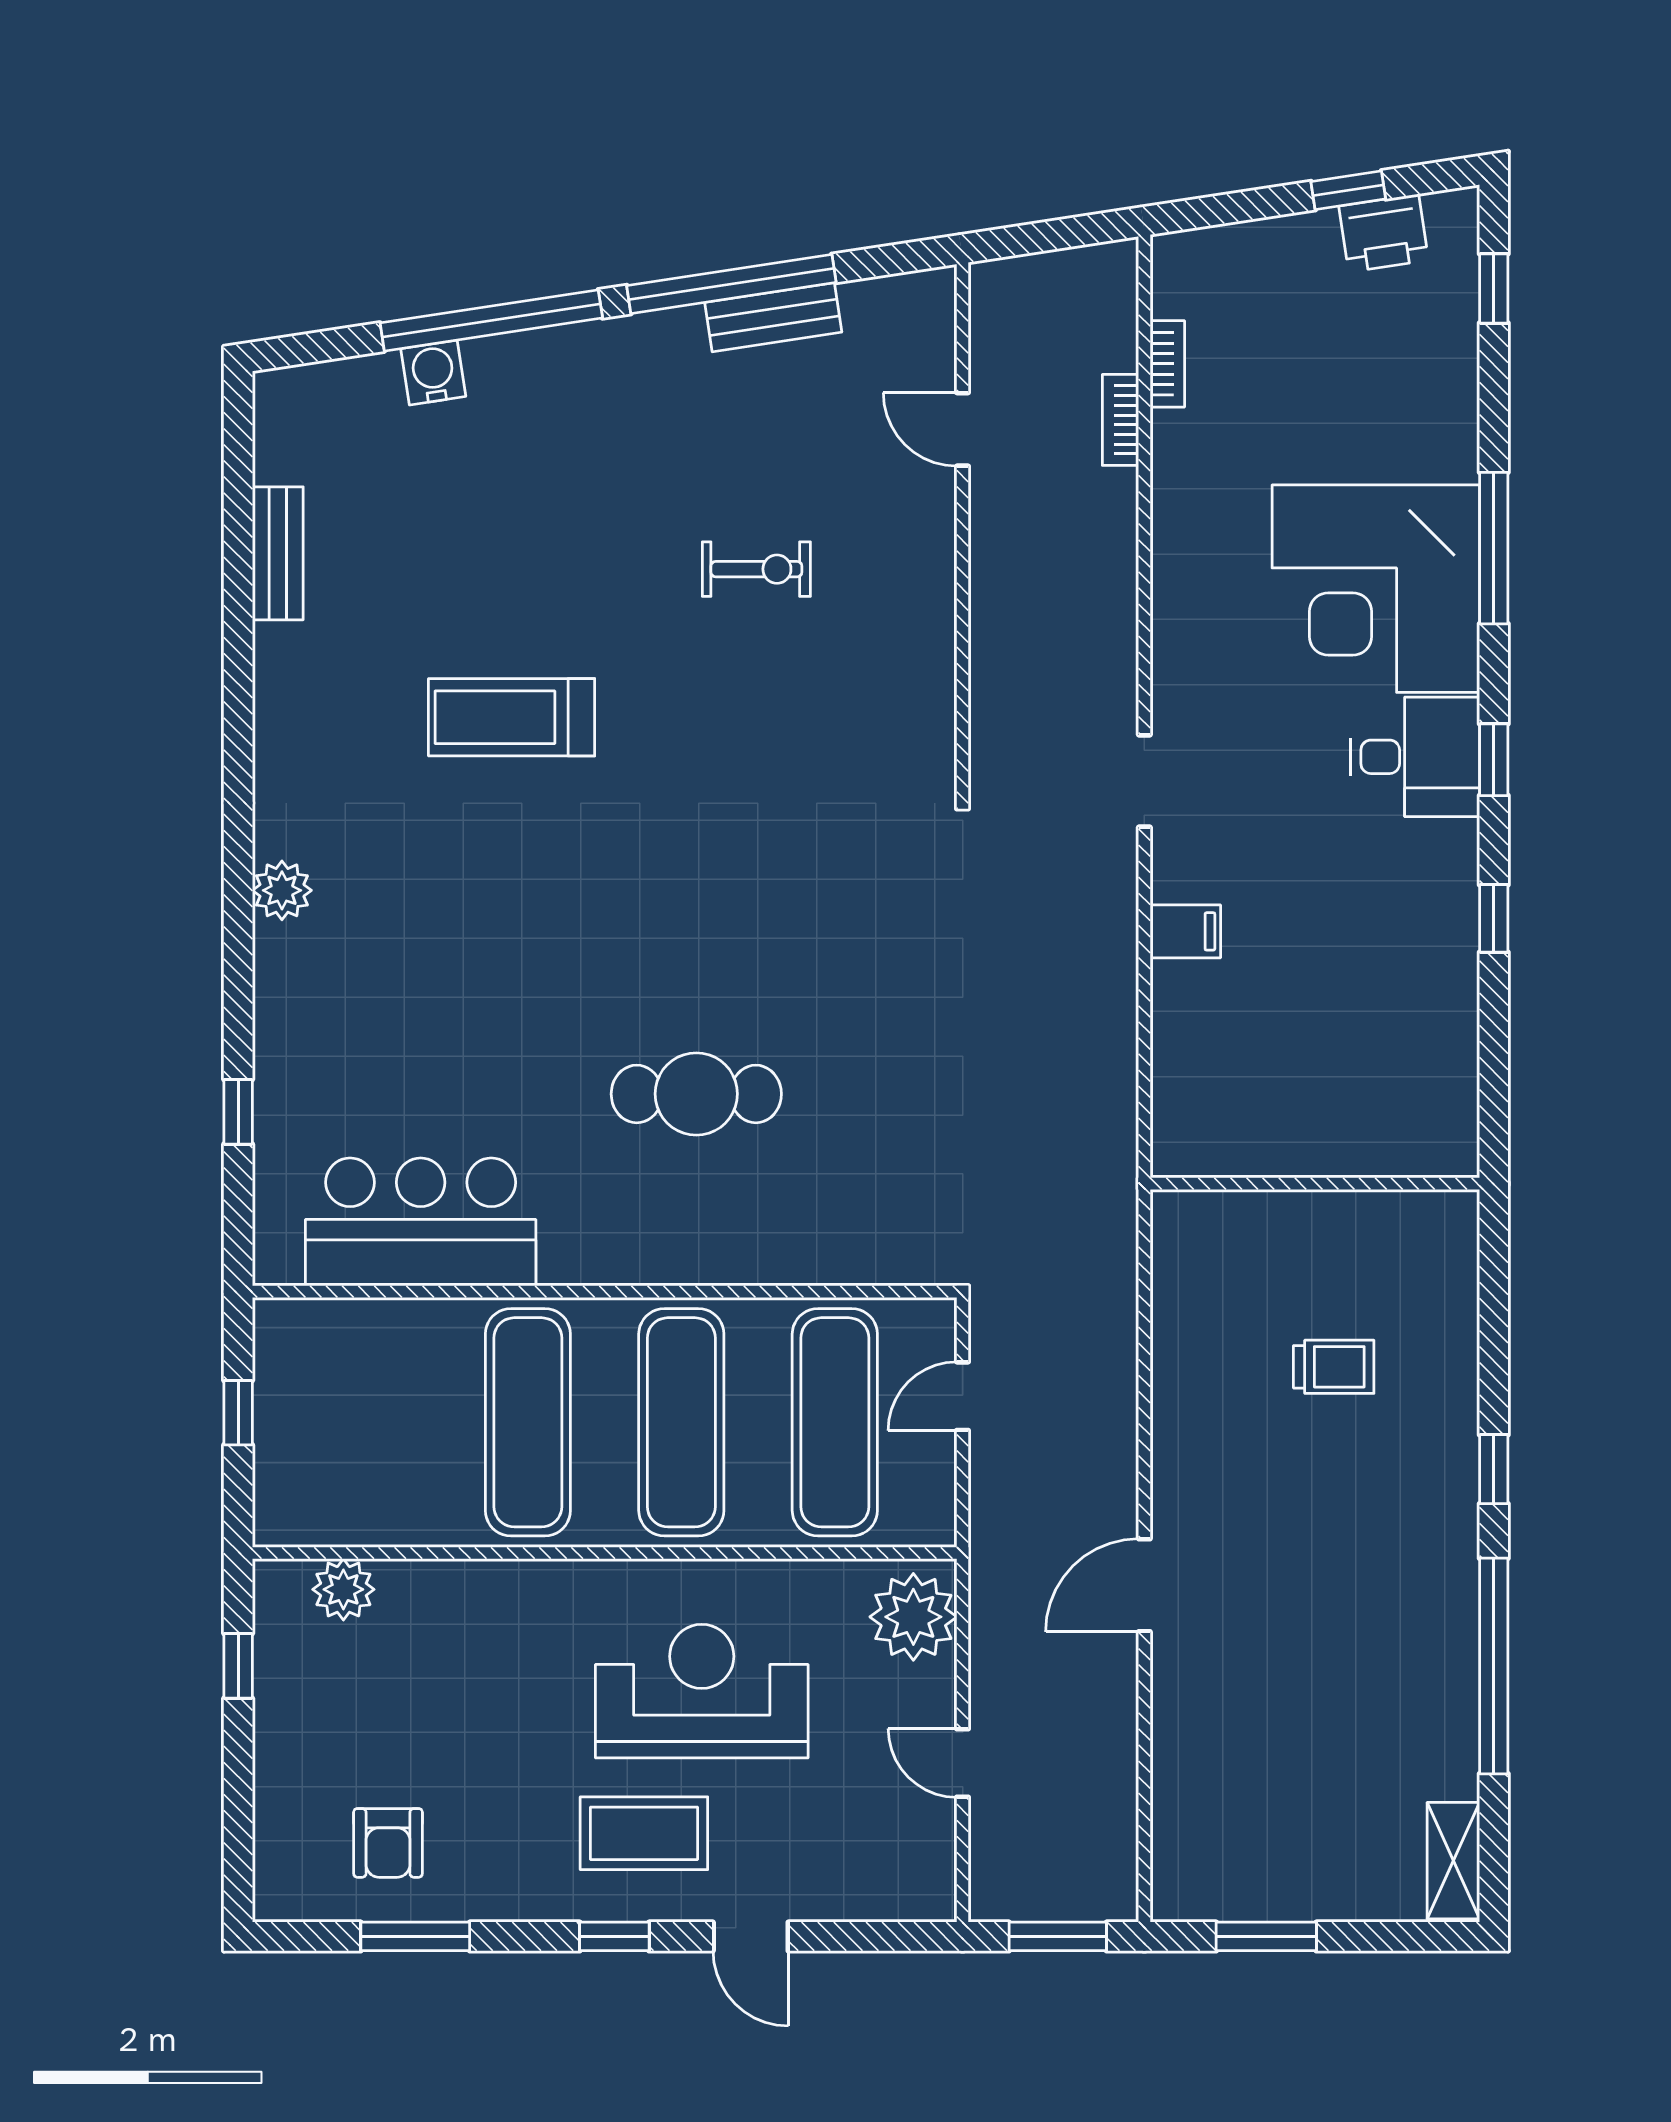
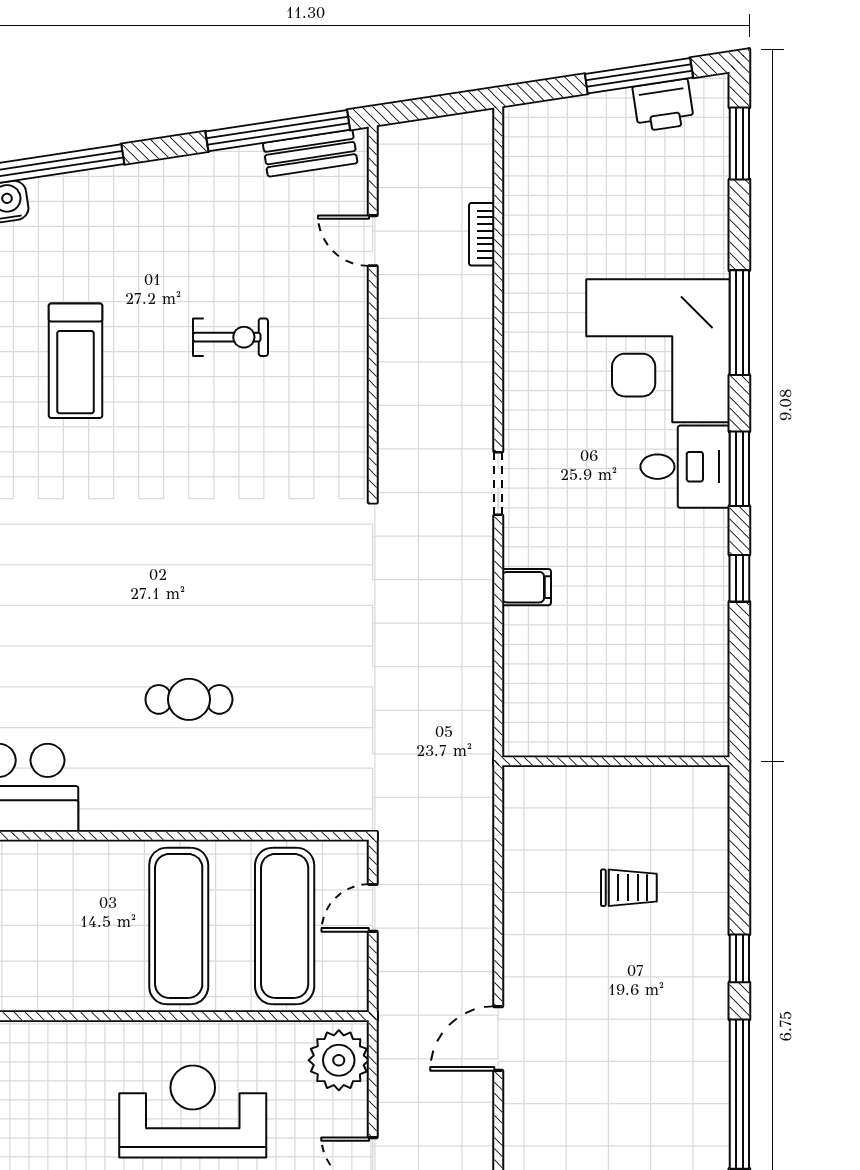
window: (1348, 190) -> (639, 76), width x2.17
window: (731, 284) -> (278, 131), moved
window: (1494, 288) -> (739, 143), width x1.50
bench: (773, 317) -> (310, 153), moved
bookcase: (1167, 364) -> (514, 196), removed
treadmill: (512, 717) -> (76, 361), moved, turned -90
window: (1494, 760) -> (739, 469), width x1.50
cafe table: (696, 1094) -> (189, 699), width x0.73, depth x0.74
exercise mat: (528, 1422) -> (73, 926), removed

